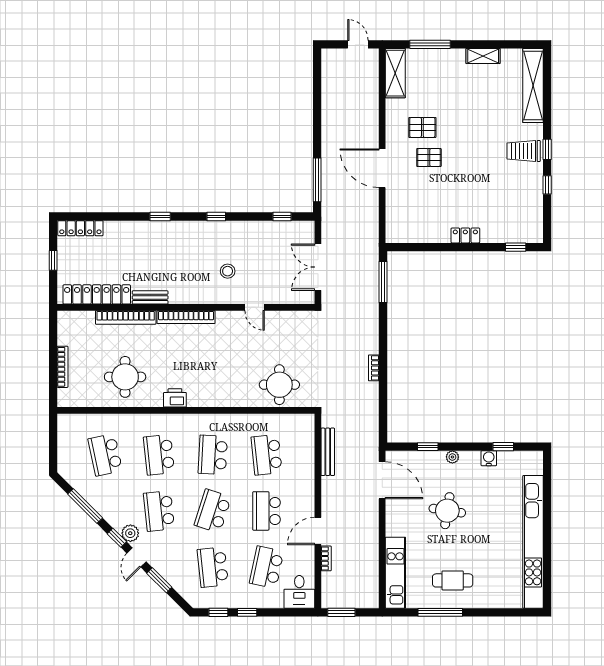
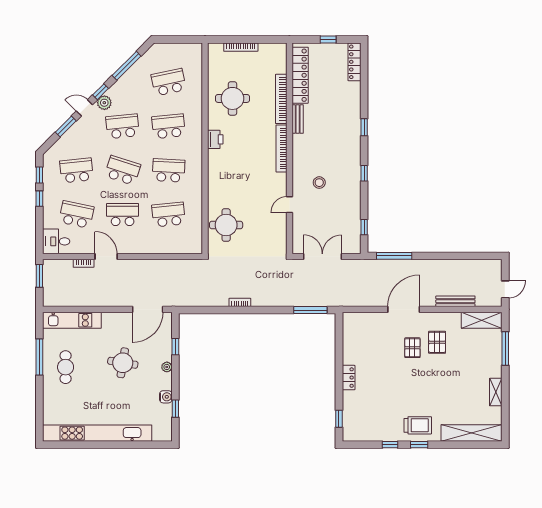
trolley: (524, 151) -> (418, 425), turned 90
bench: (328, 452) -> (455, 301), moved

